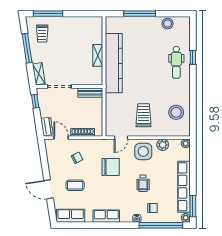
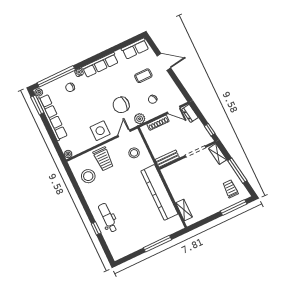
stool: (168, 24) -> (134, 153), moved
shelving: (98, 55) -> (184, 210), moved
trolley: (144, 115) -> (103, 159), moved
plant: (163, 145) -> (140, 119), moved
wheelchair: (143, 183) -> (88, 104), removed
row of seats: (106, 216) -> (100, 65), width x1.48

